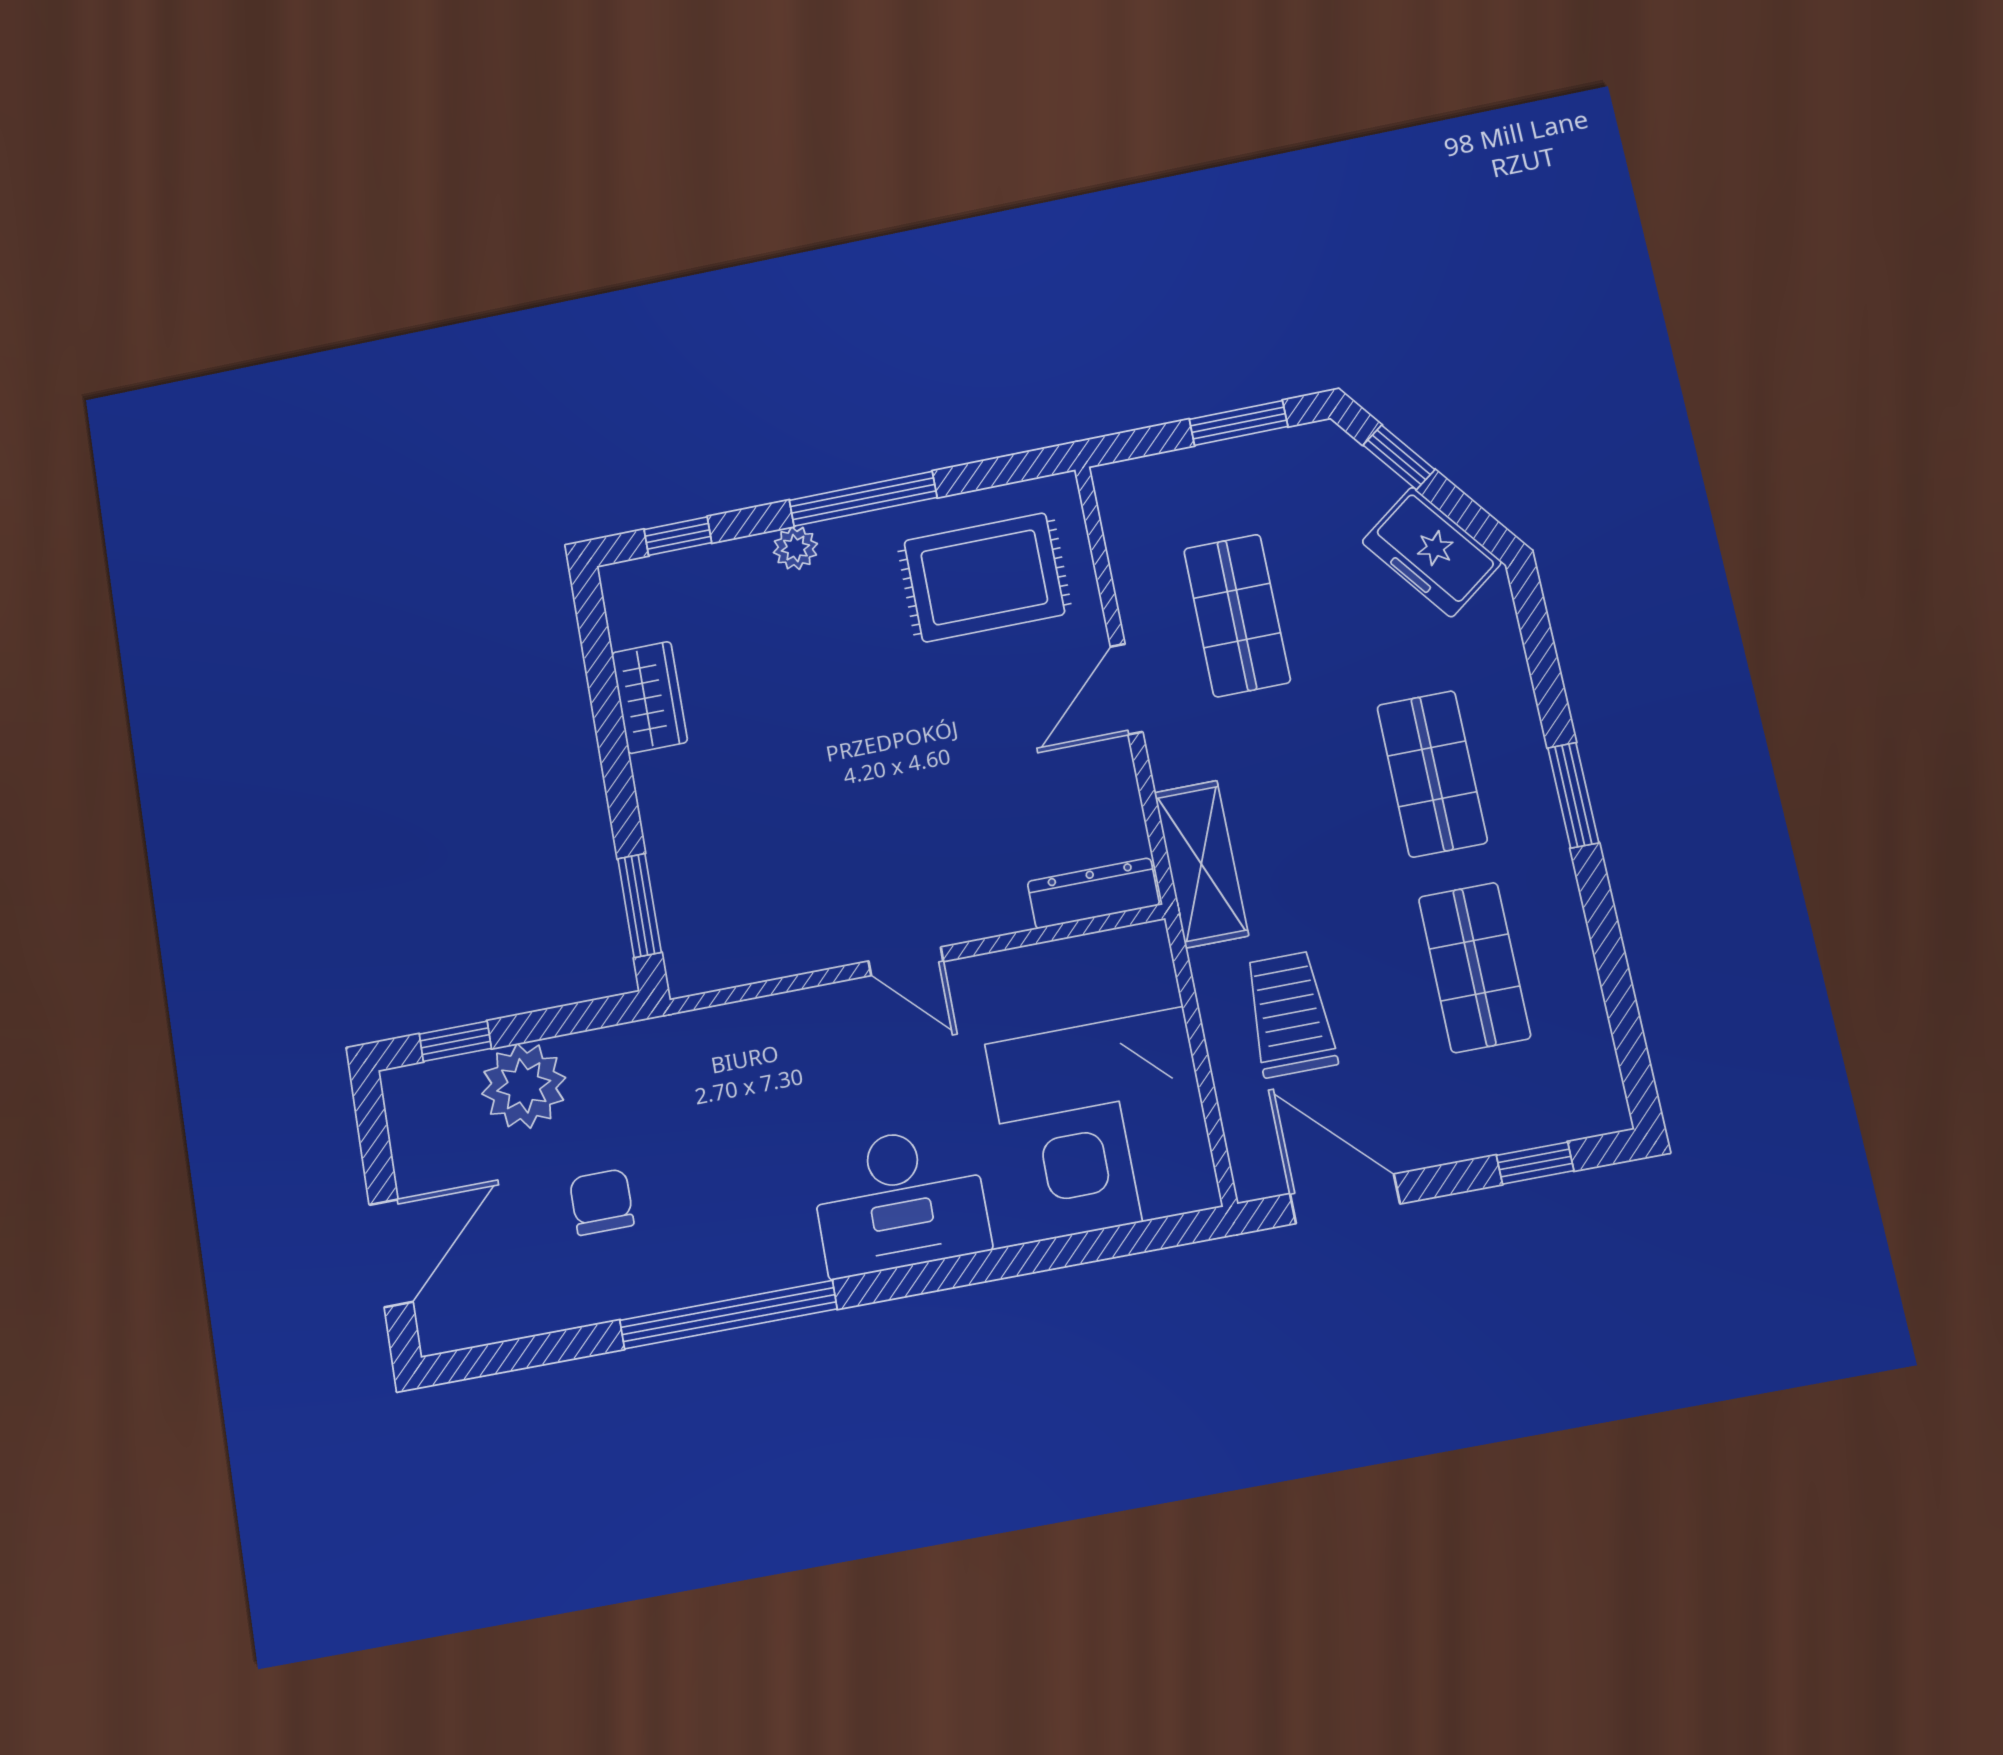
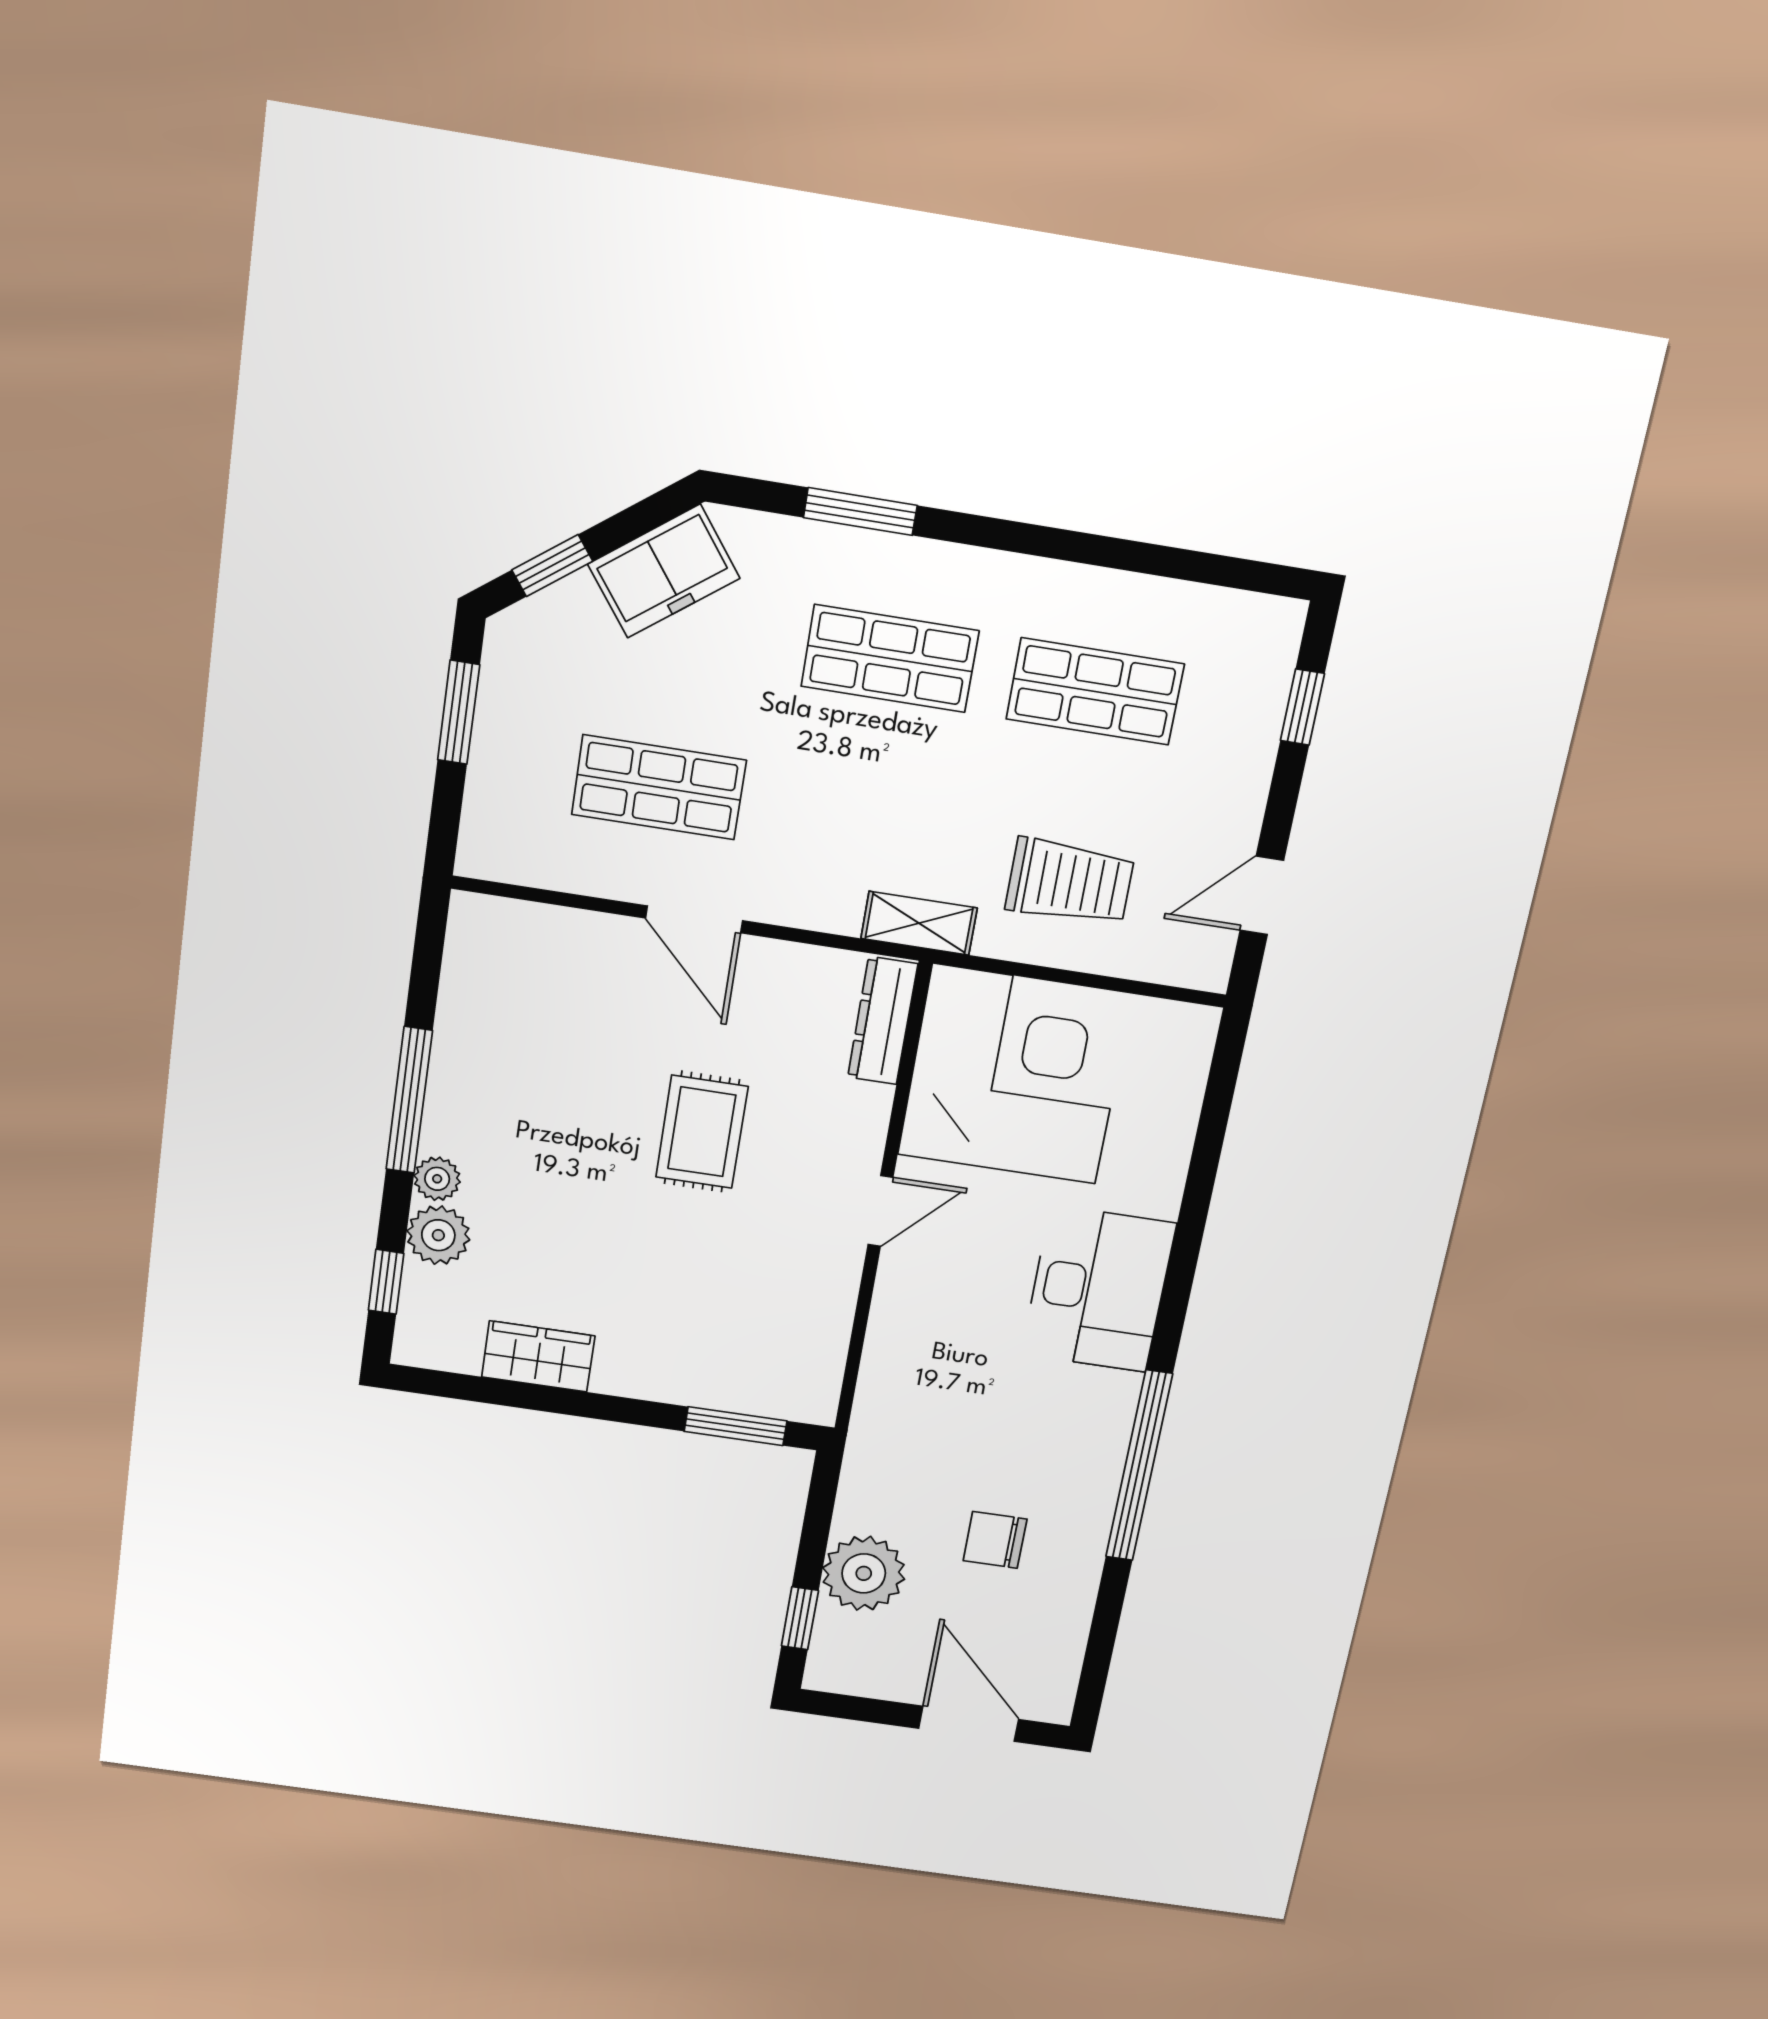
plant: (740, 567) -> (438, 1235), added
rug: (984, 577) -> (702, 1132), moved, width x0.73, depth x0.70
window: (1573, 795) -> (860, 511), moved
shelving: (1201, 864) -> (919, 923), width x0.67, depth x0.75
trolley: (1290, 1014) -> (1070, 882), turned 180
corner desk: (1103, 1125) -> (1015, 1075), moved, turned -90
door: (1345, 1199) -> (1262, 895), width x0.73

